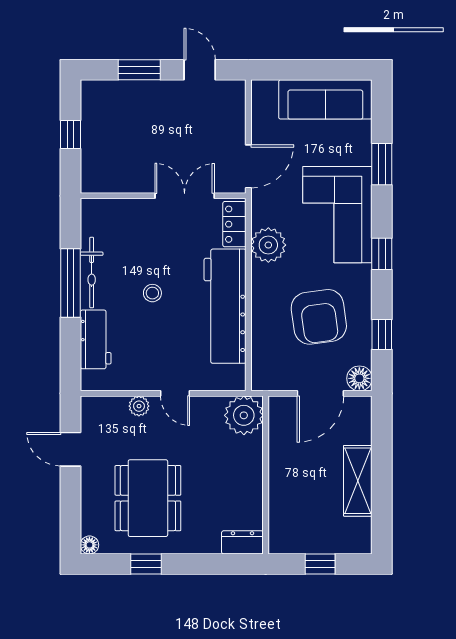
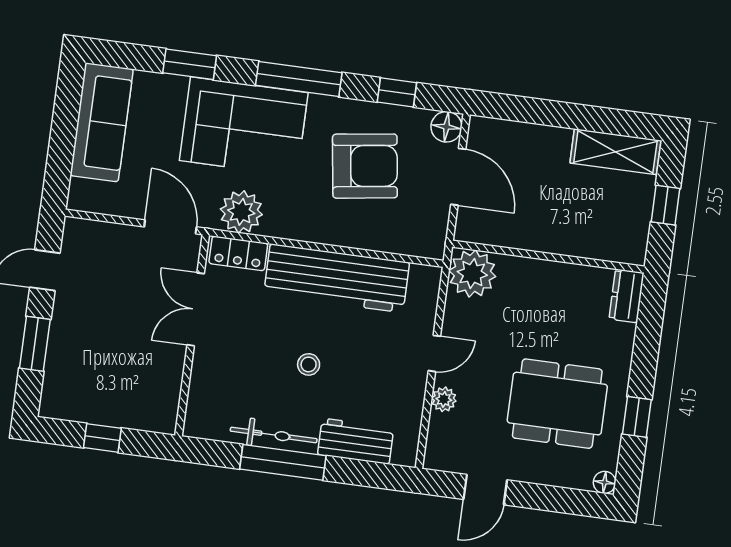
plant: (268, 245) -> (241, 212), moved
window: (382, 254) -> (299, 79), width x2.17
shelving: (358, 481) -> (615, 152), moved

